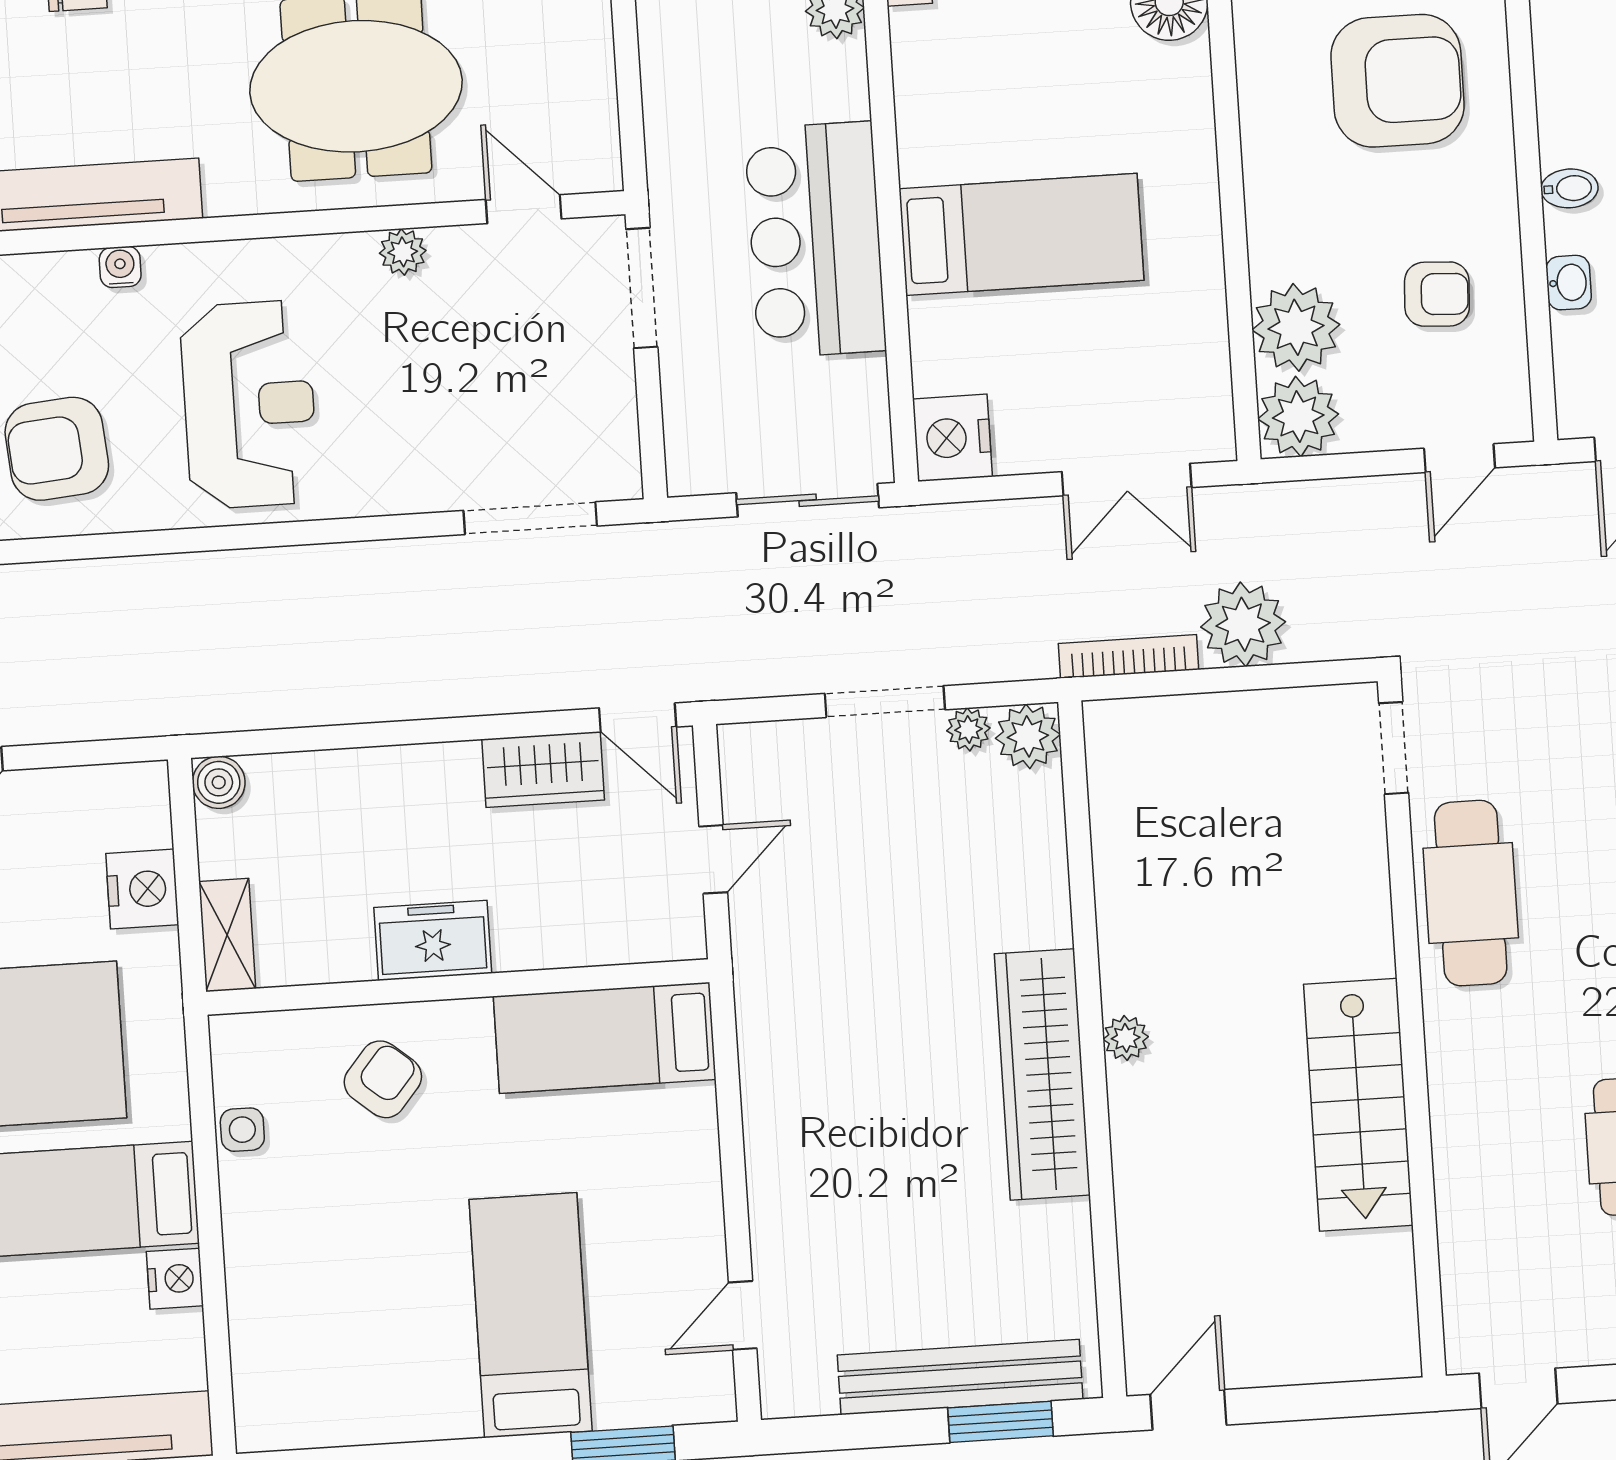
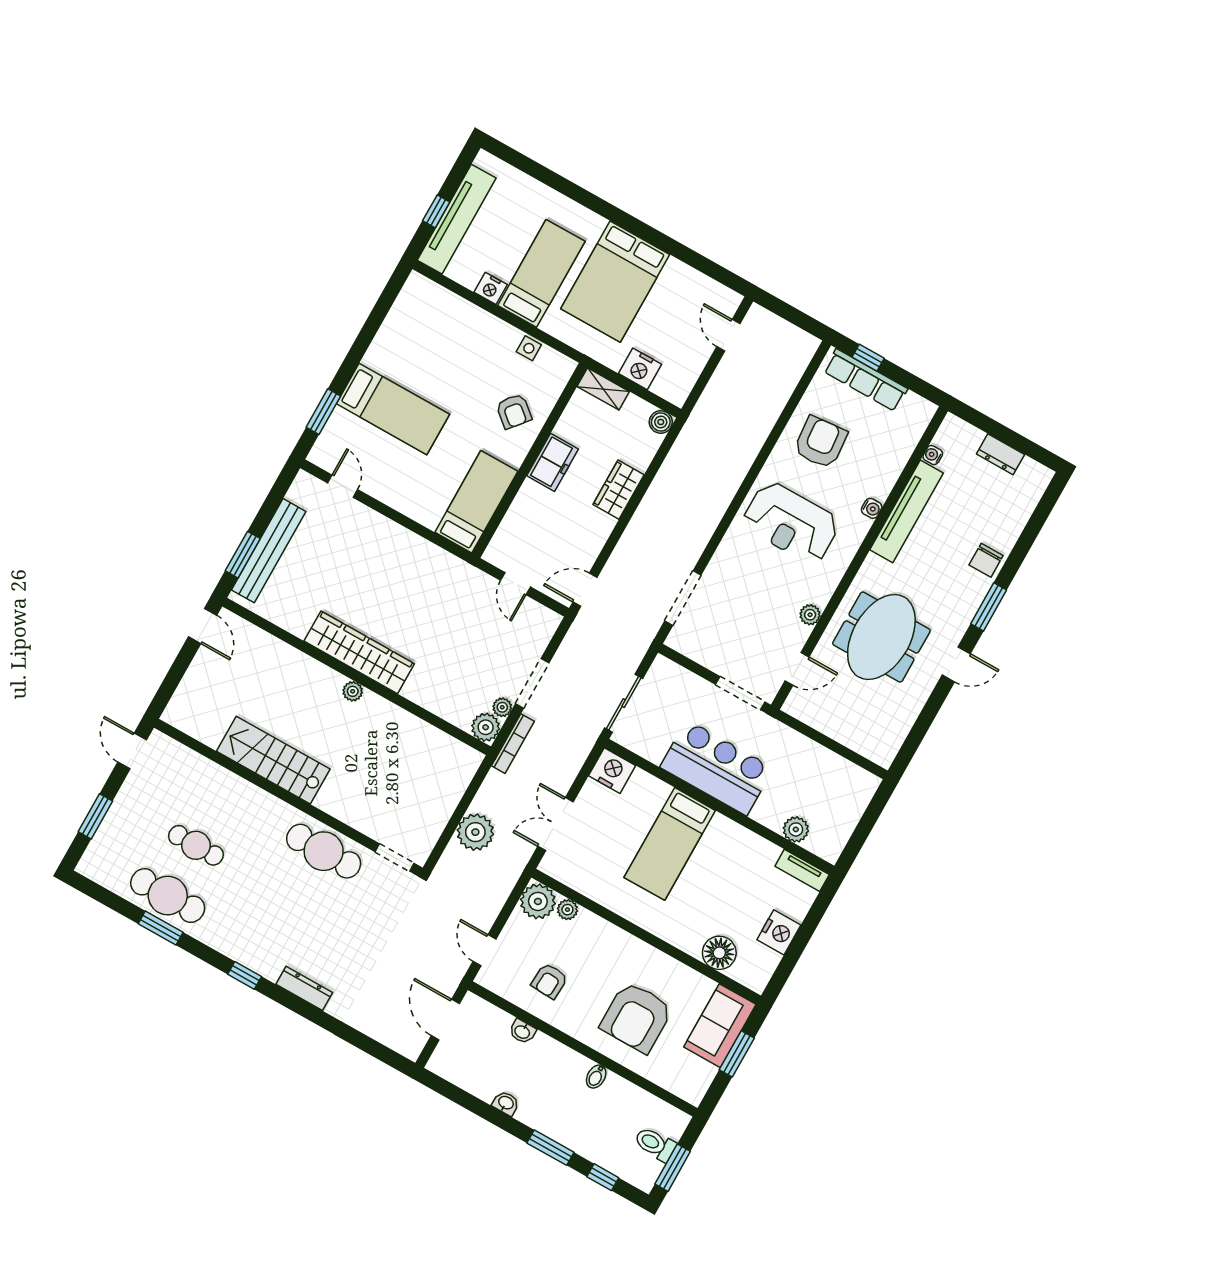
bidet: (1569, 188) -> (596, 1077), moved
plant: (1296, 327) -> (567, 910), width x0.53, depth x0.53
bookcase: (1129, 657) -> (513, 744), moved
wardrobe: (543, 770) -> (619, 490), moved

